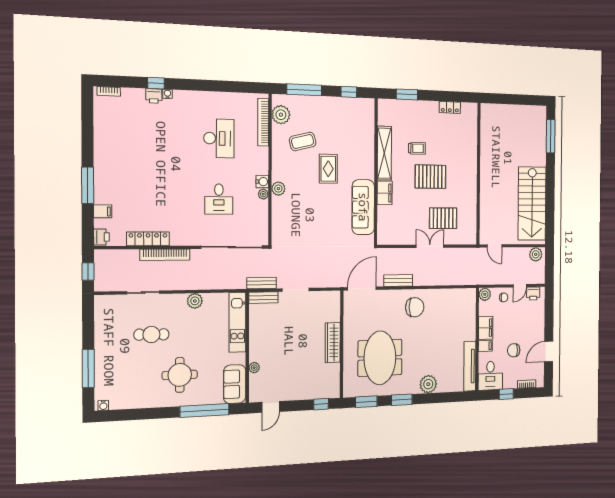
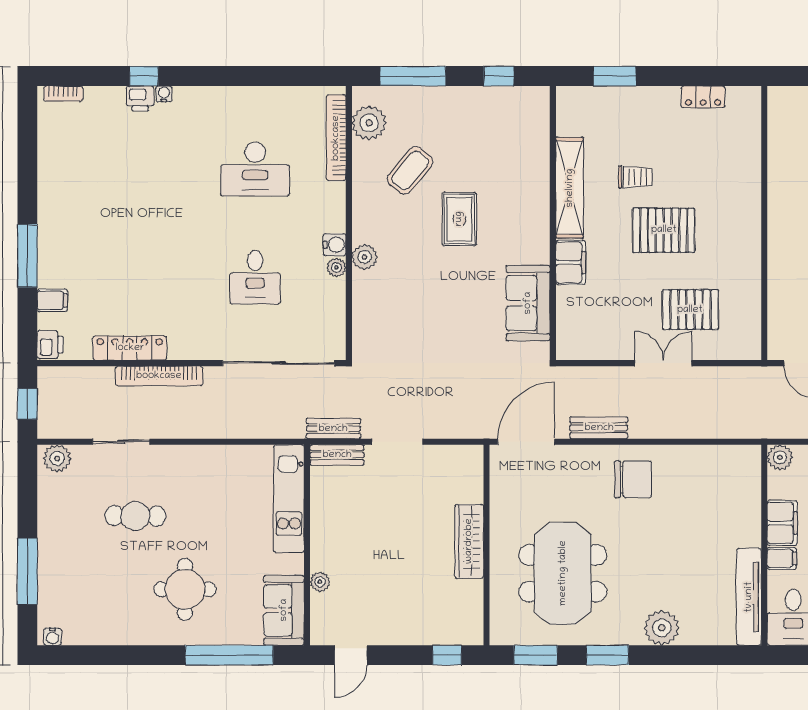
desk: (219, 138) -> (255, 169), turned 90
coffee table: (303, 141) -> (410, 170), turned -36
sofa: (363, 207) -> (528, 303), width x0.73
plant: (195, 301) -> (57, 458), moved

